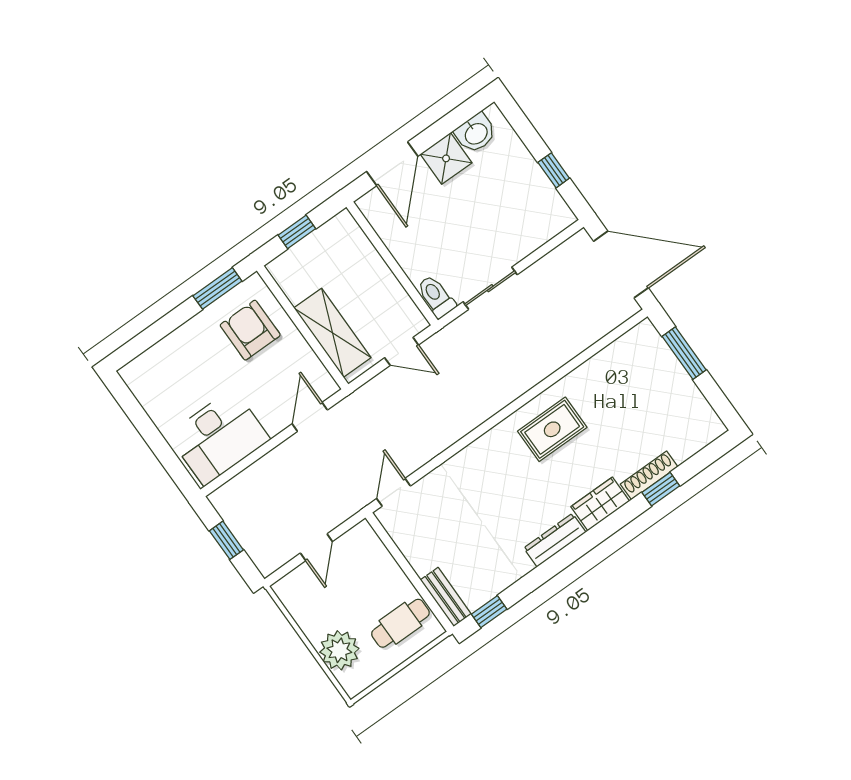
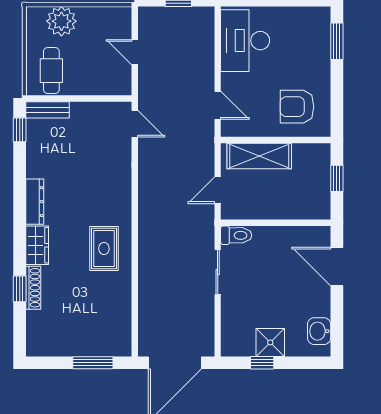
shower: (446, 158) -> (270, 342), moved
window: (217, 288) -> (337, 41), moved
armchair: (250, 330) -> (297, 107), turned 180

